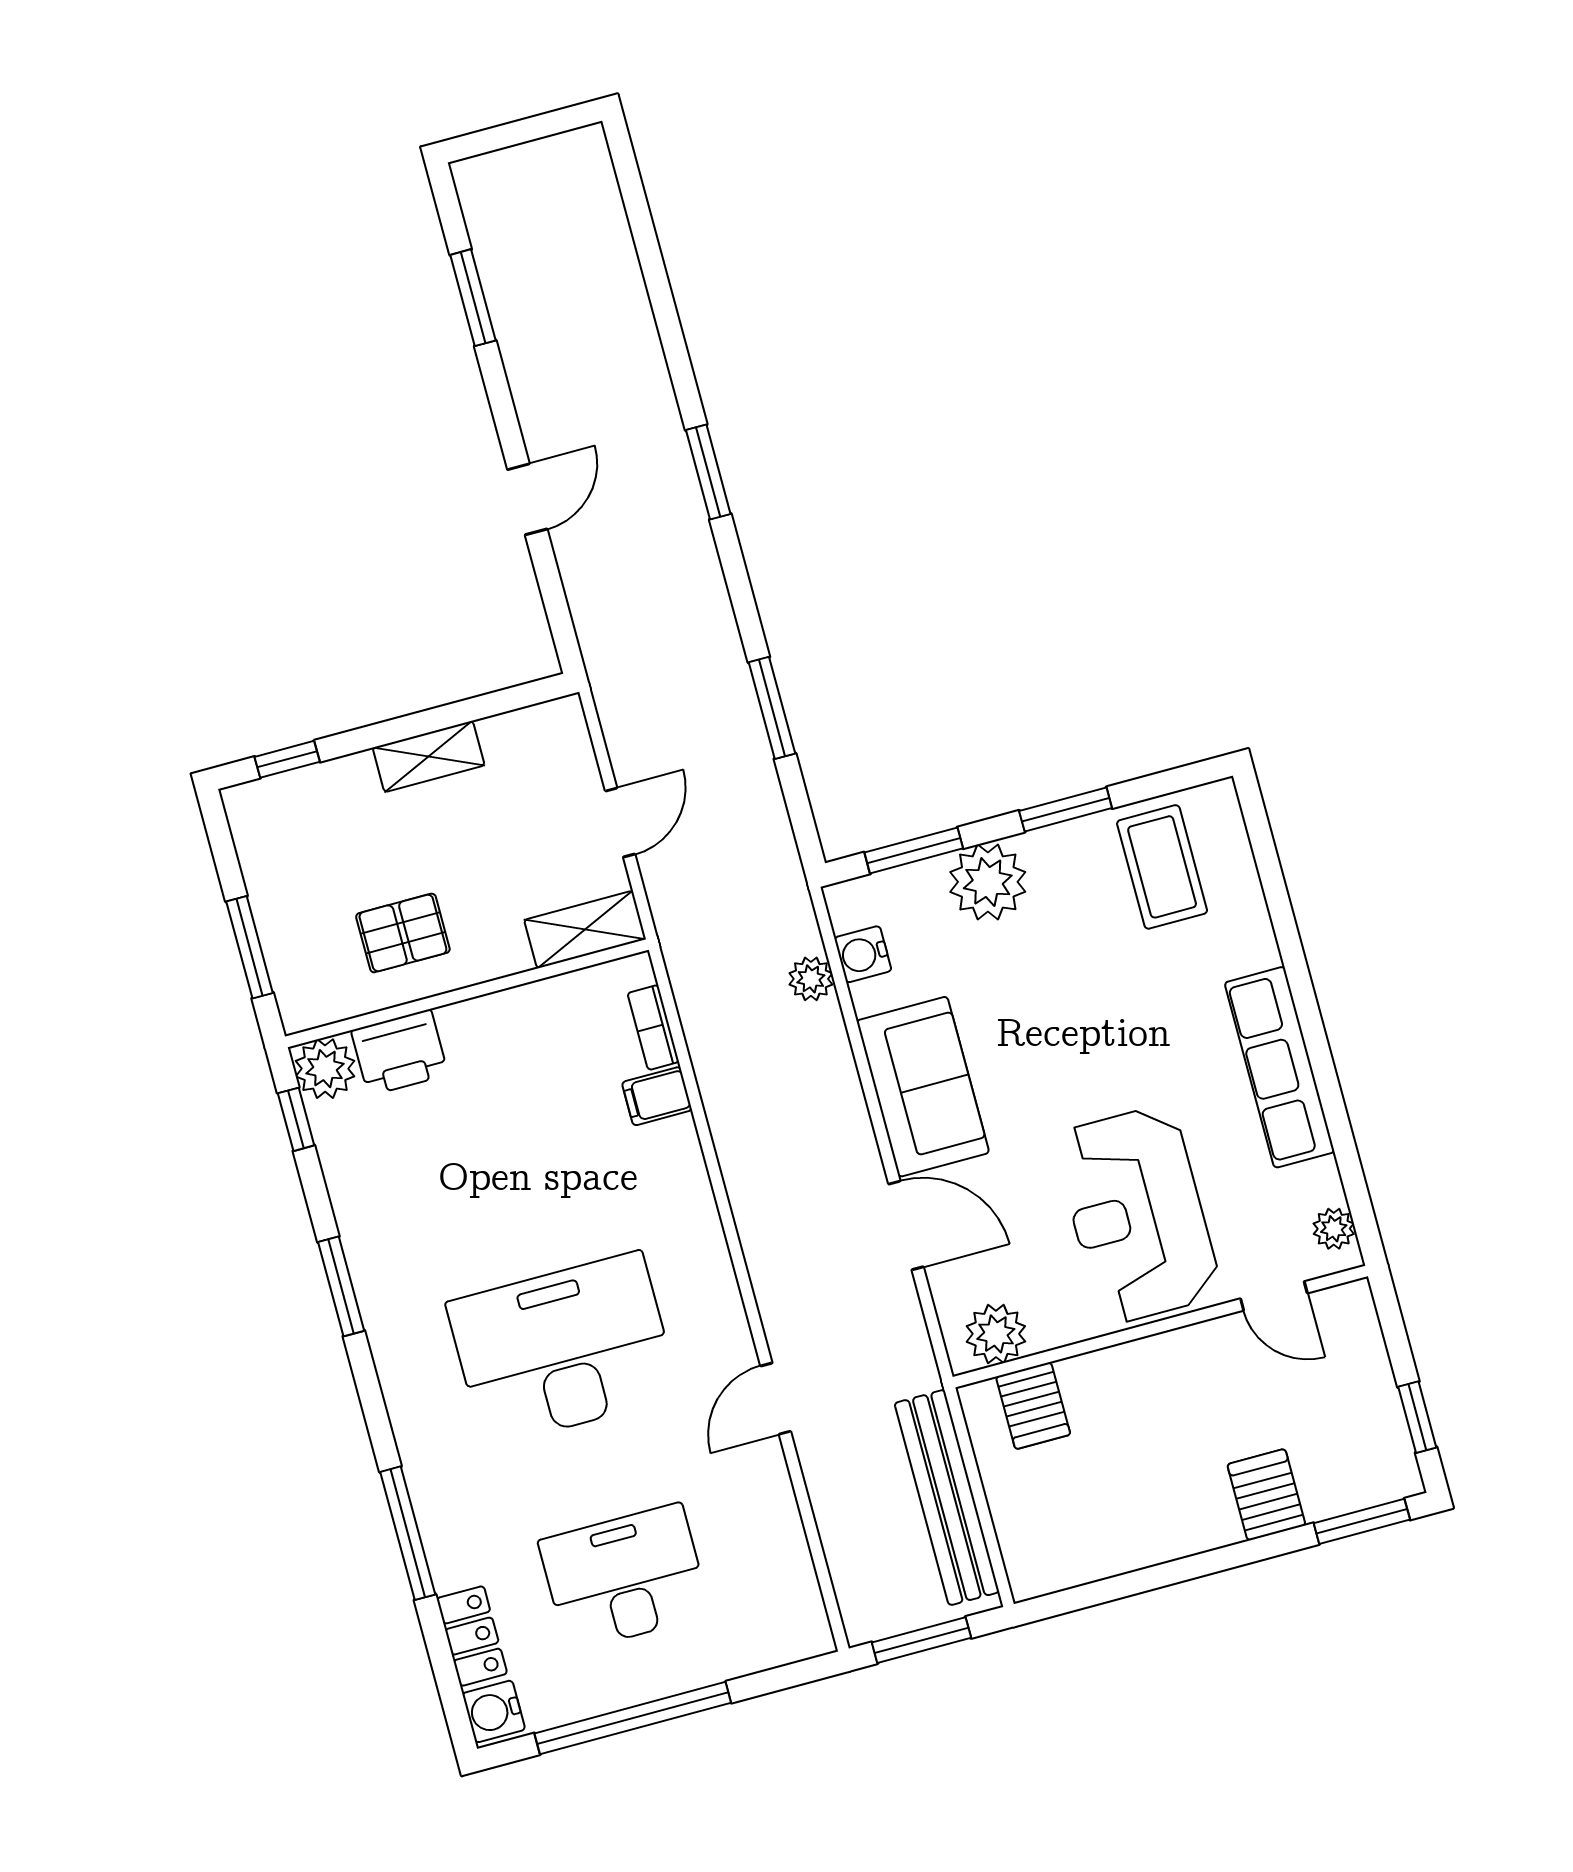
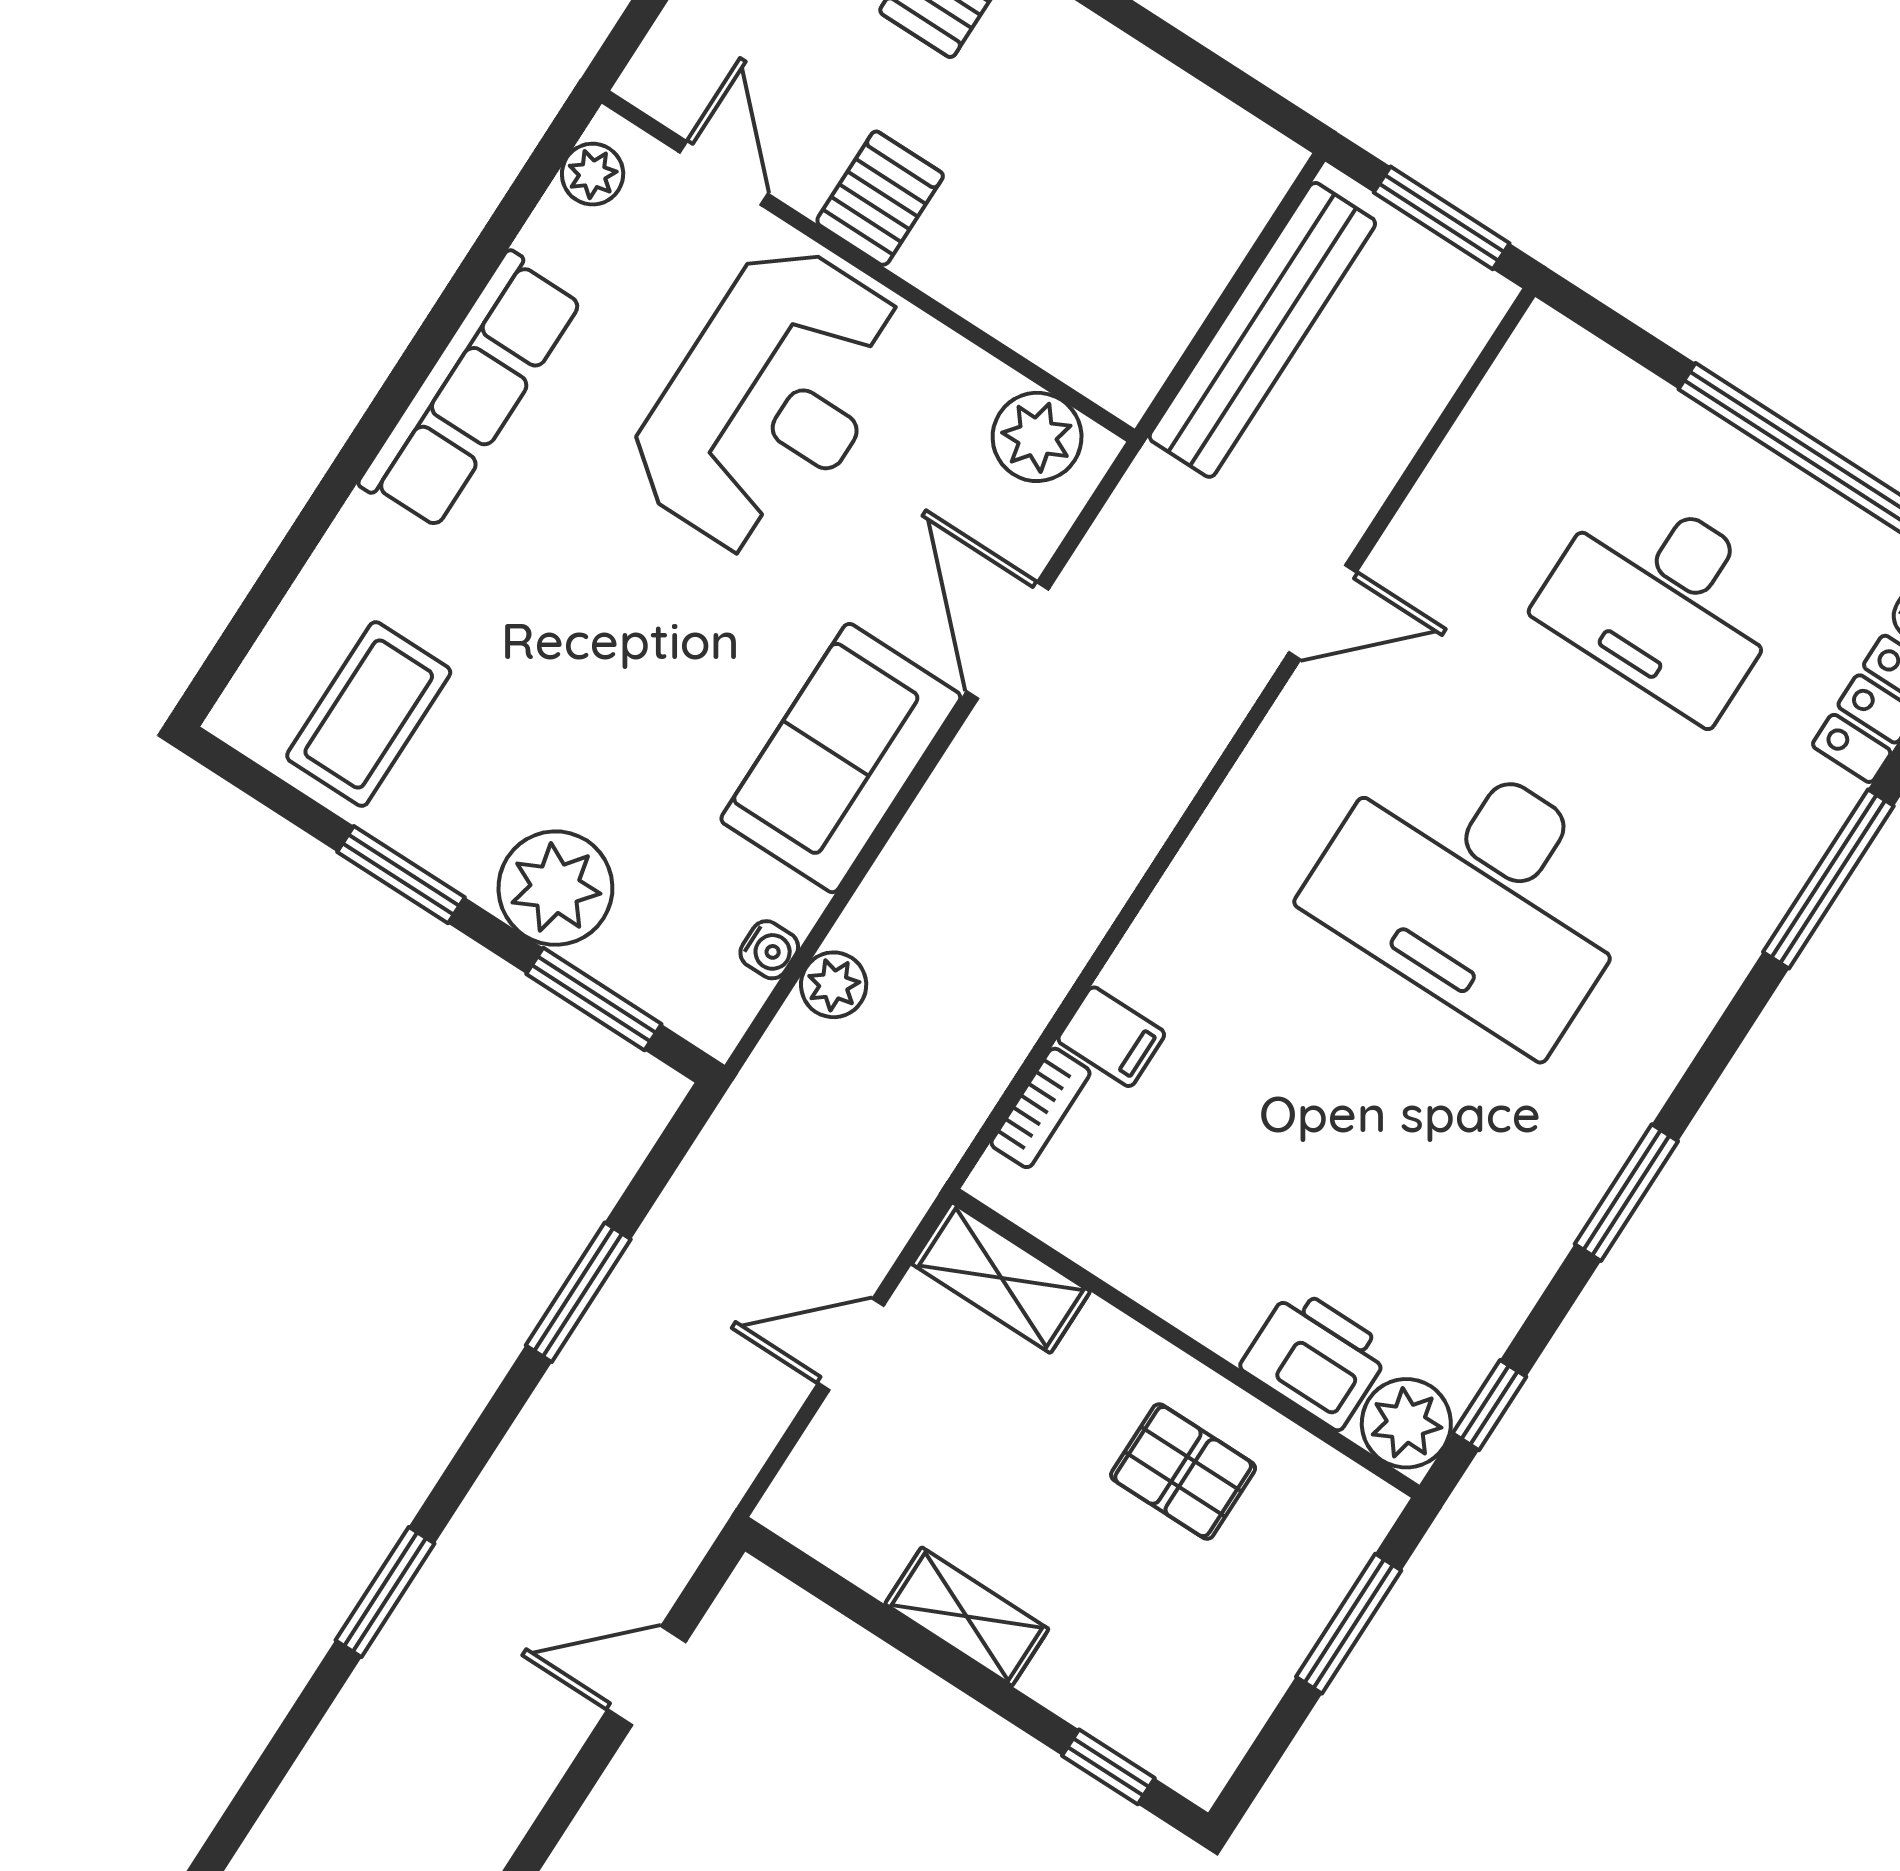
door: (527, 499) -> (647, 1676), moved
water cooler: (863, 954) -> (769, 950), width x0.72, depth x0.72
server rack: (1033, 1406) -> (880, 198), moved

